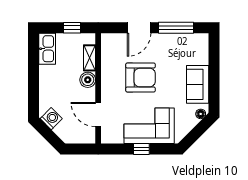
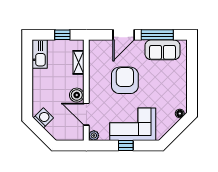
armchair: (140, 78) -> (125, 80), turned -90
boiler: (88, 80) -> (77, 95), moved
sofa: (198, 84) -> (163, 50), moved, turned -90
plant: (106, 138) -> (94, 135), added

